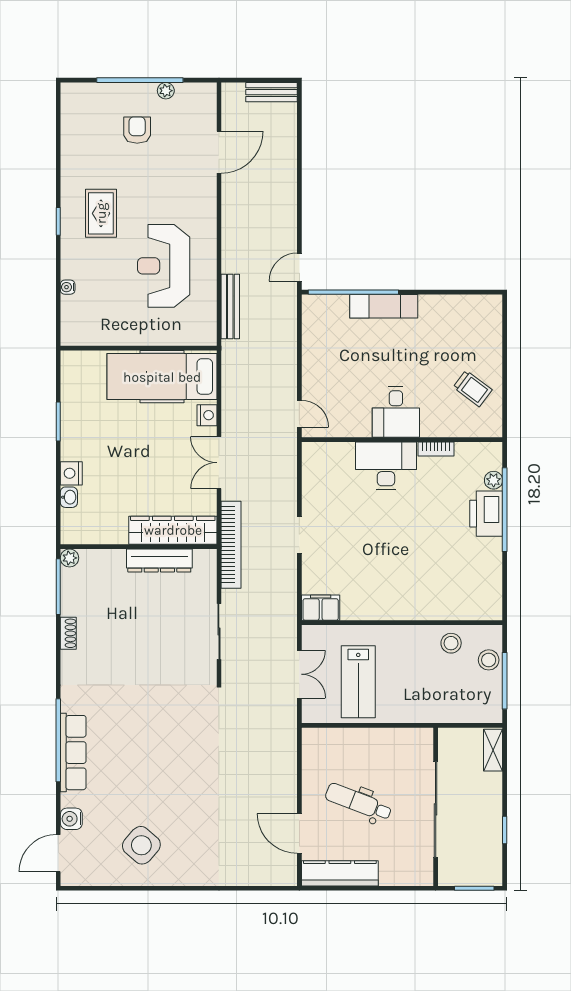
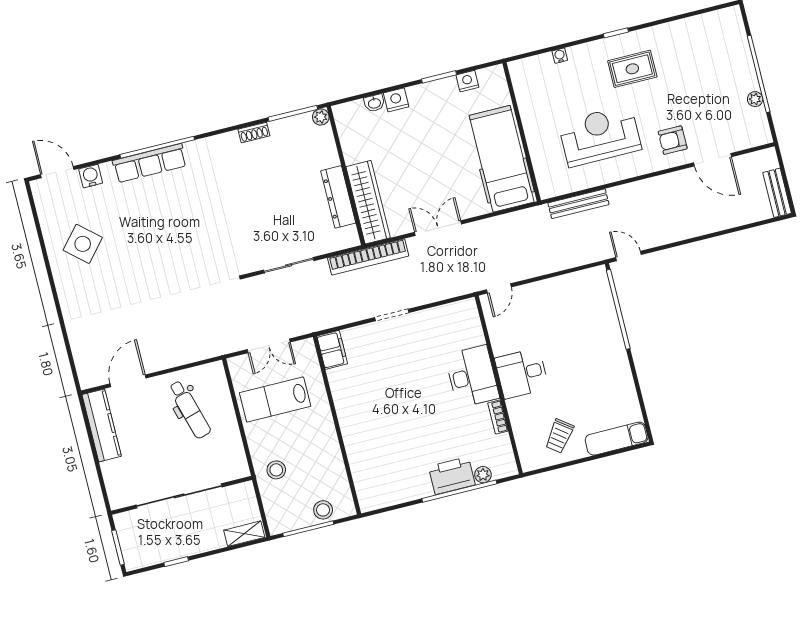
armchair: (137, 130) -> (673, 140), moved, turned 180
exam couch: (384, 306) -> (617, 439), moved, turned 90
nightstand: (207, 415) -> (467, 81), moved, turned 180
stool: (451, 643) -> (276, 470), moved
dental chair: (358, 802) -> (190, 409), moved, turned 143

